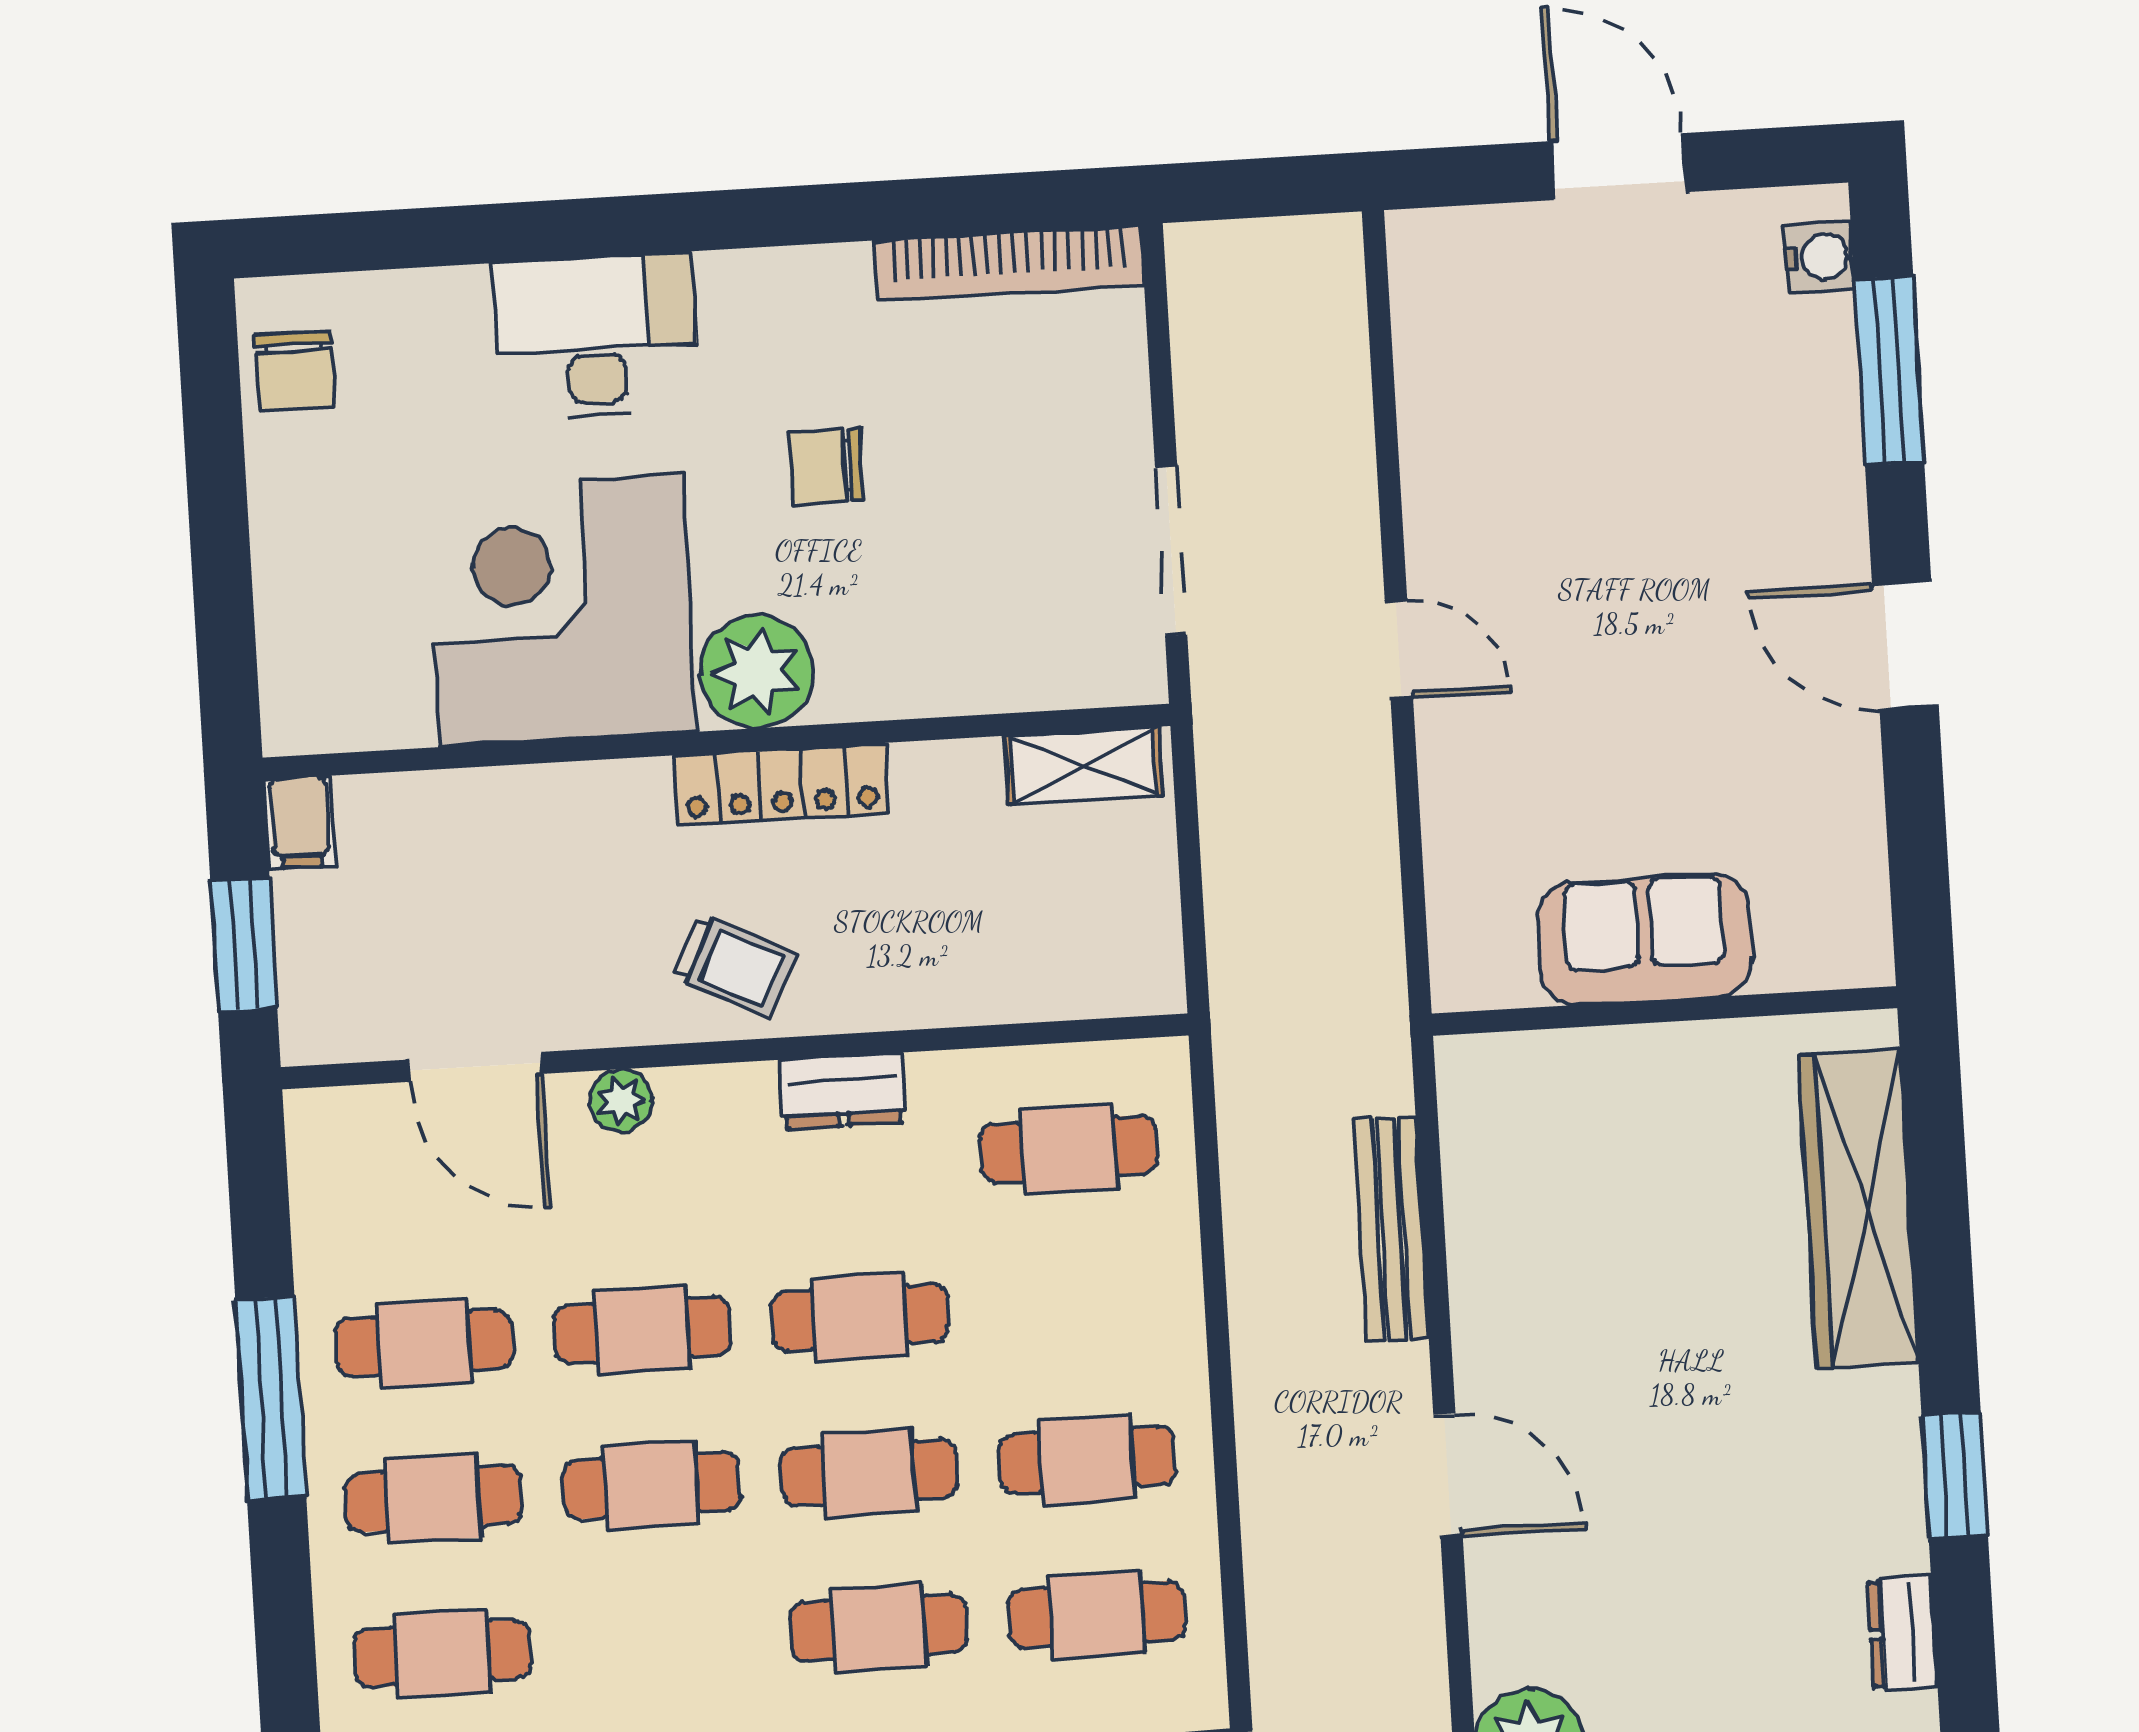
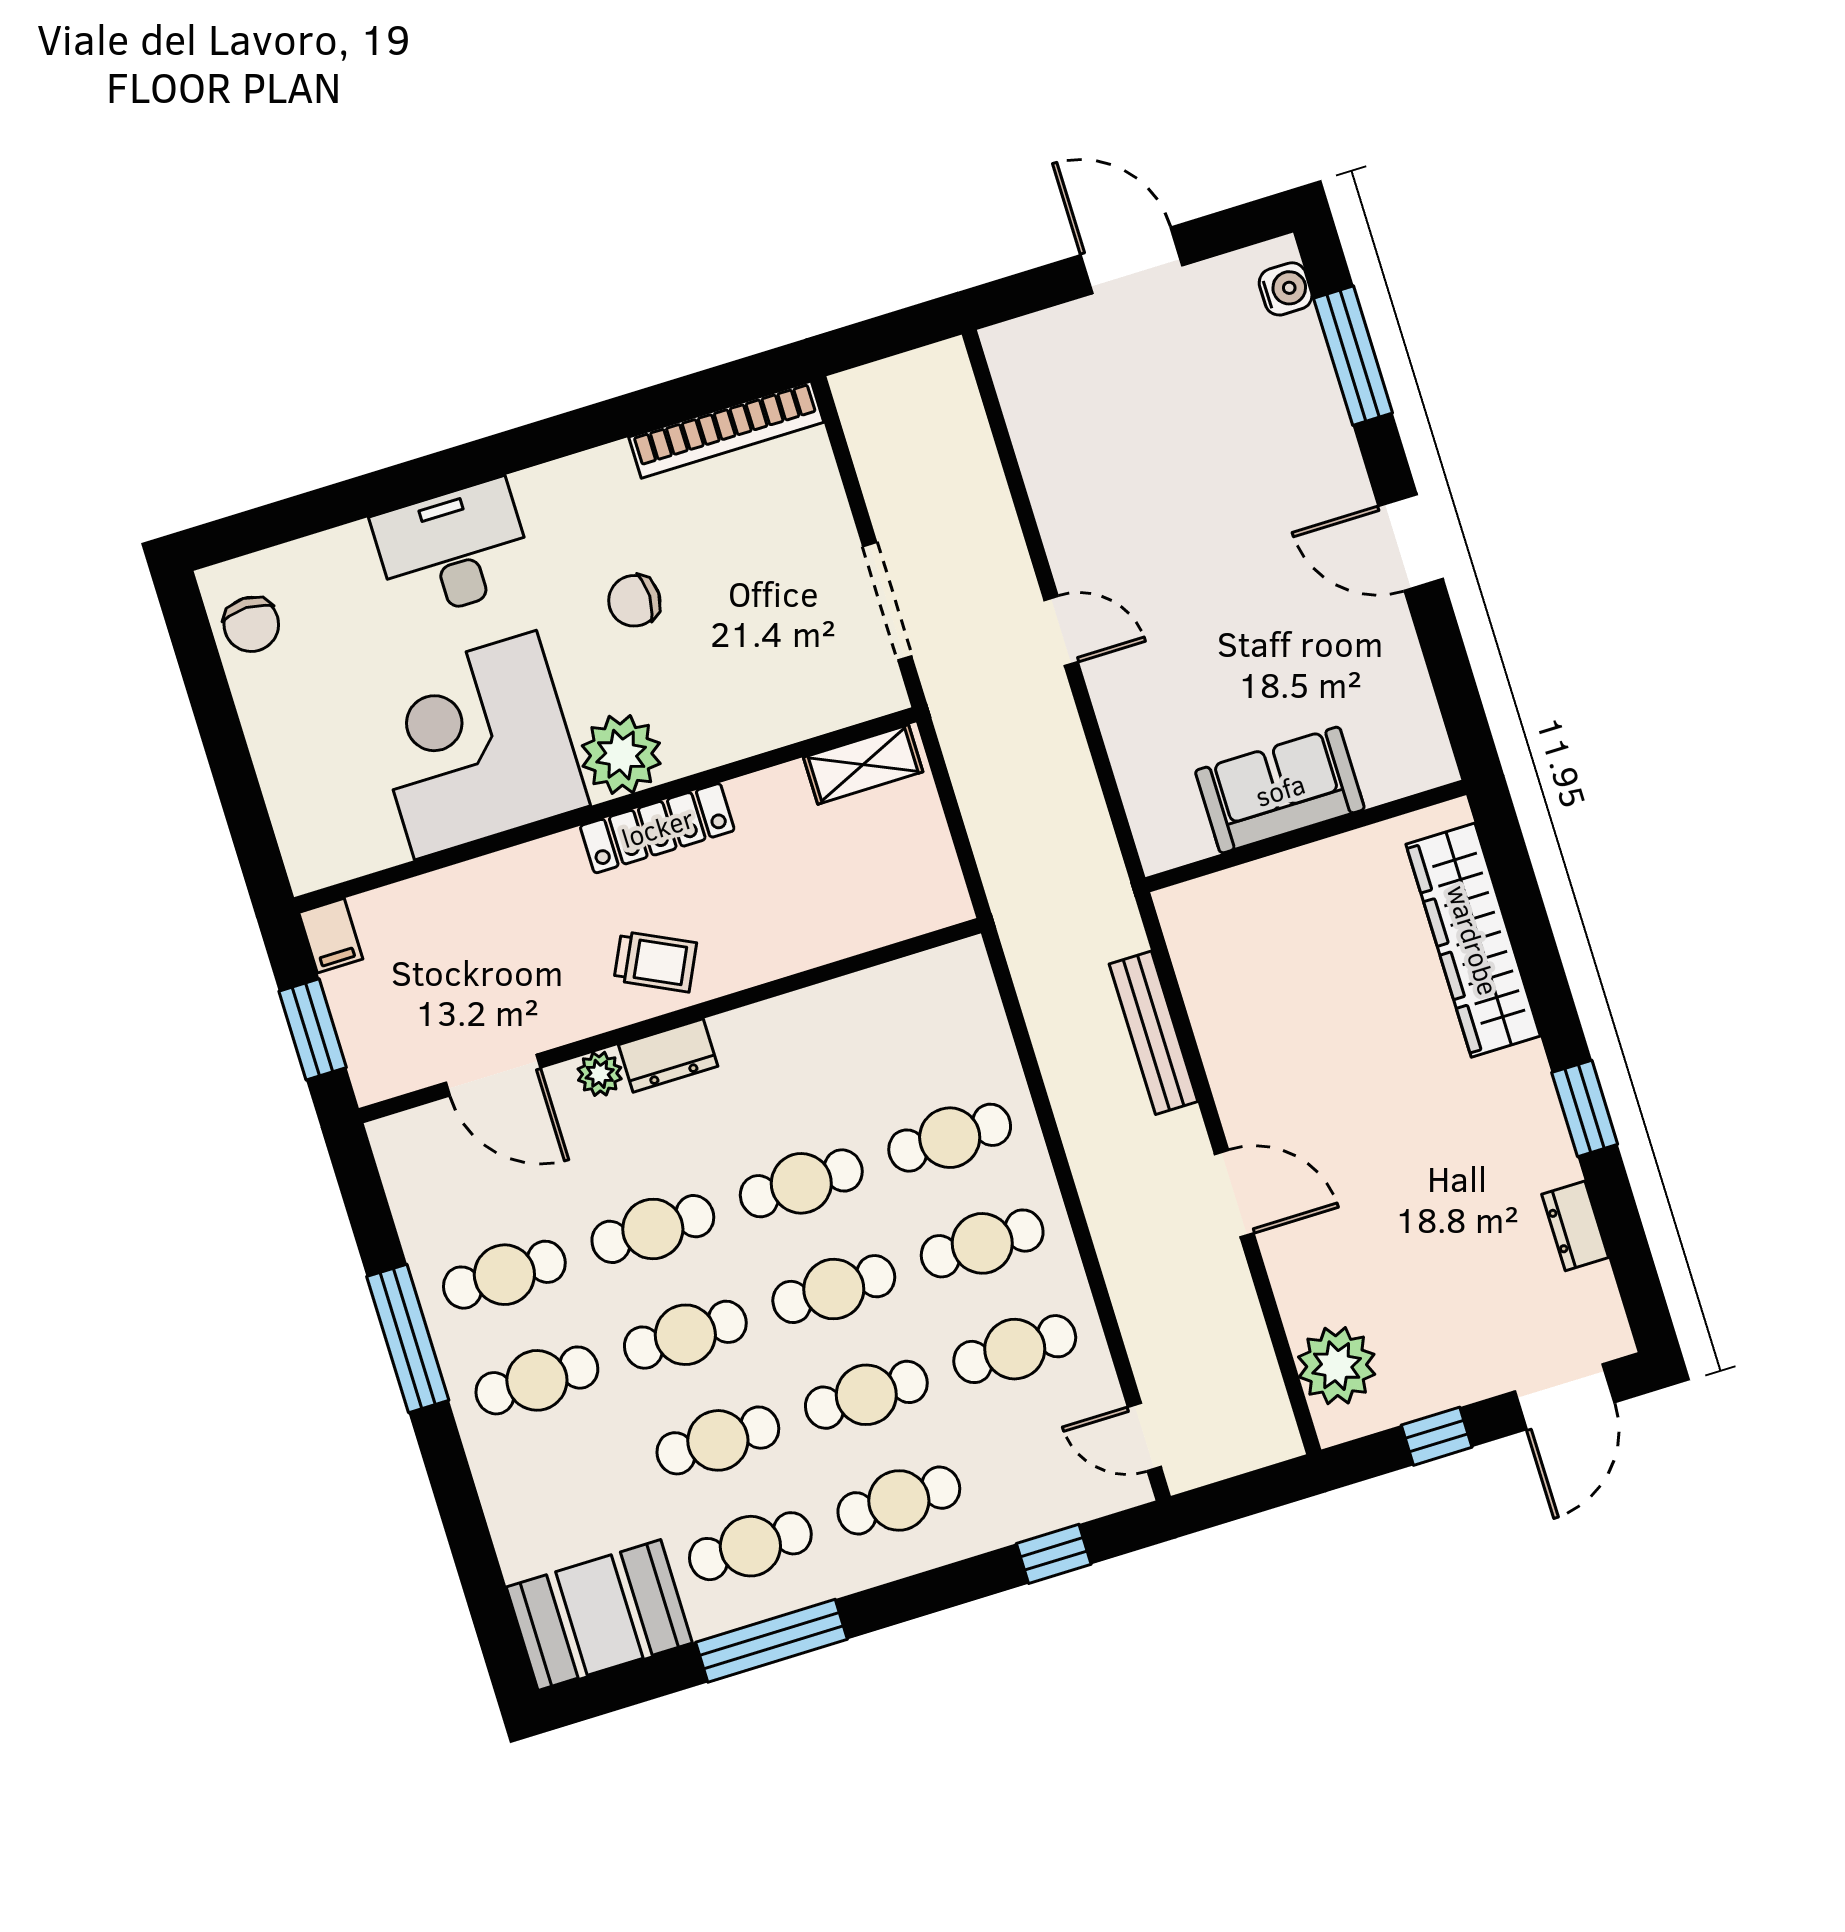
dresser: (842, 1091) -> (668, 1056), moved
cafe table: (1069, 1149) -> (950, 1138), moved
cafe table: (443, 1654) -> (718, 1440), moved

